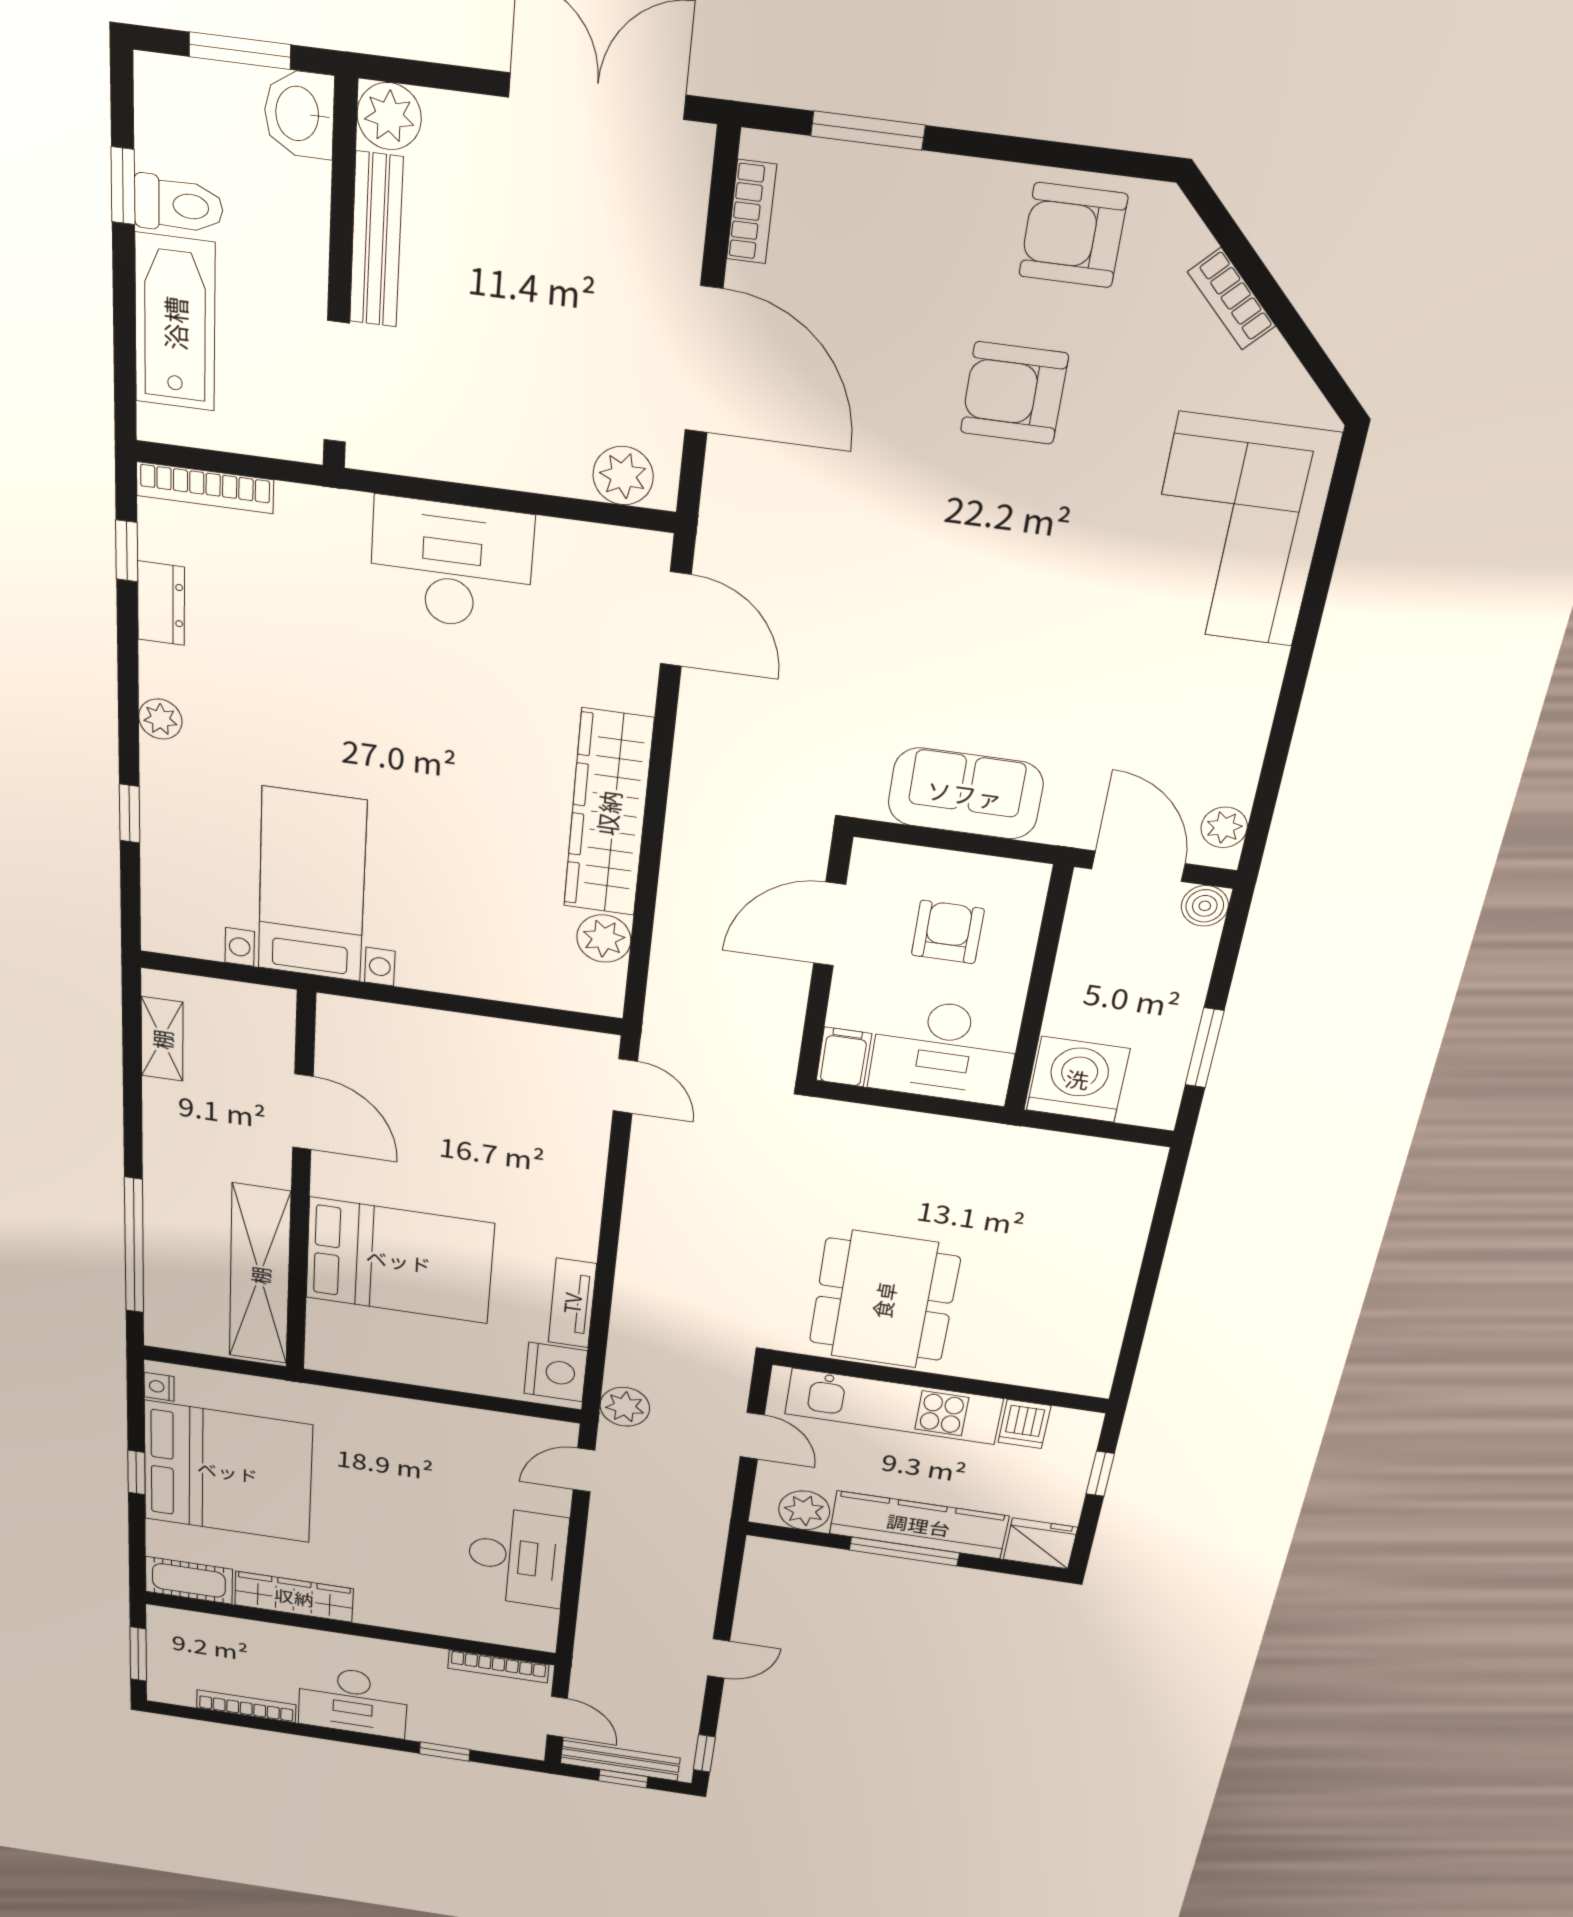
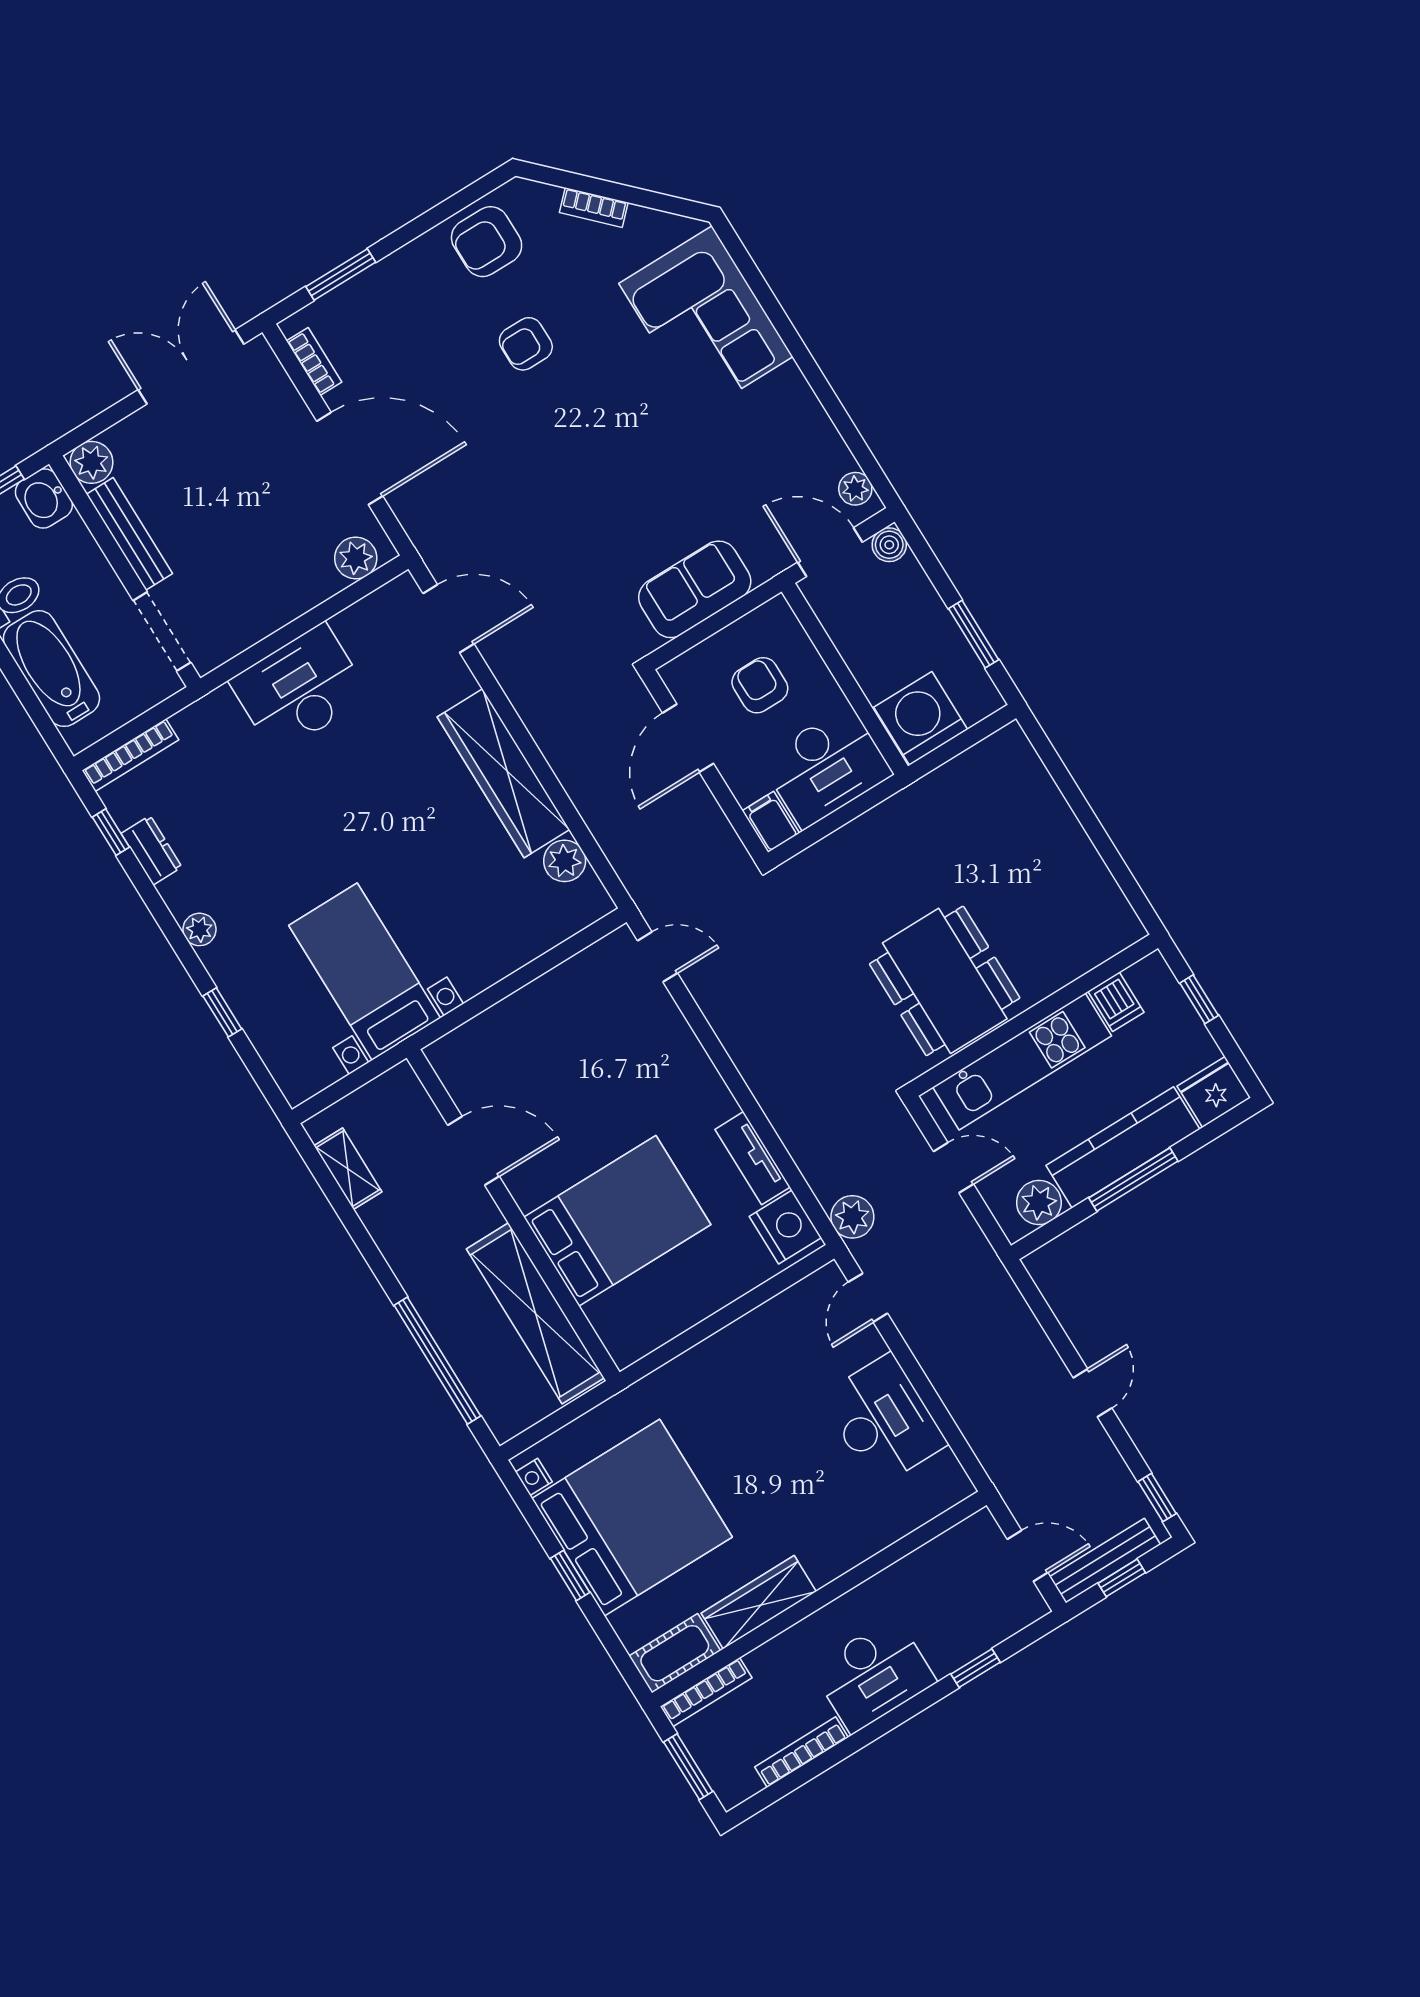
armchair: (1014, 393) -> (526, 344), width x0.72, depth x0.72
bookcase: (498, 1666) -> (706, 1692), moved

